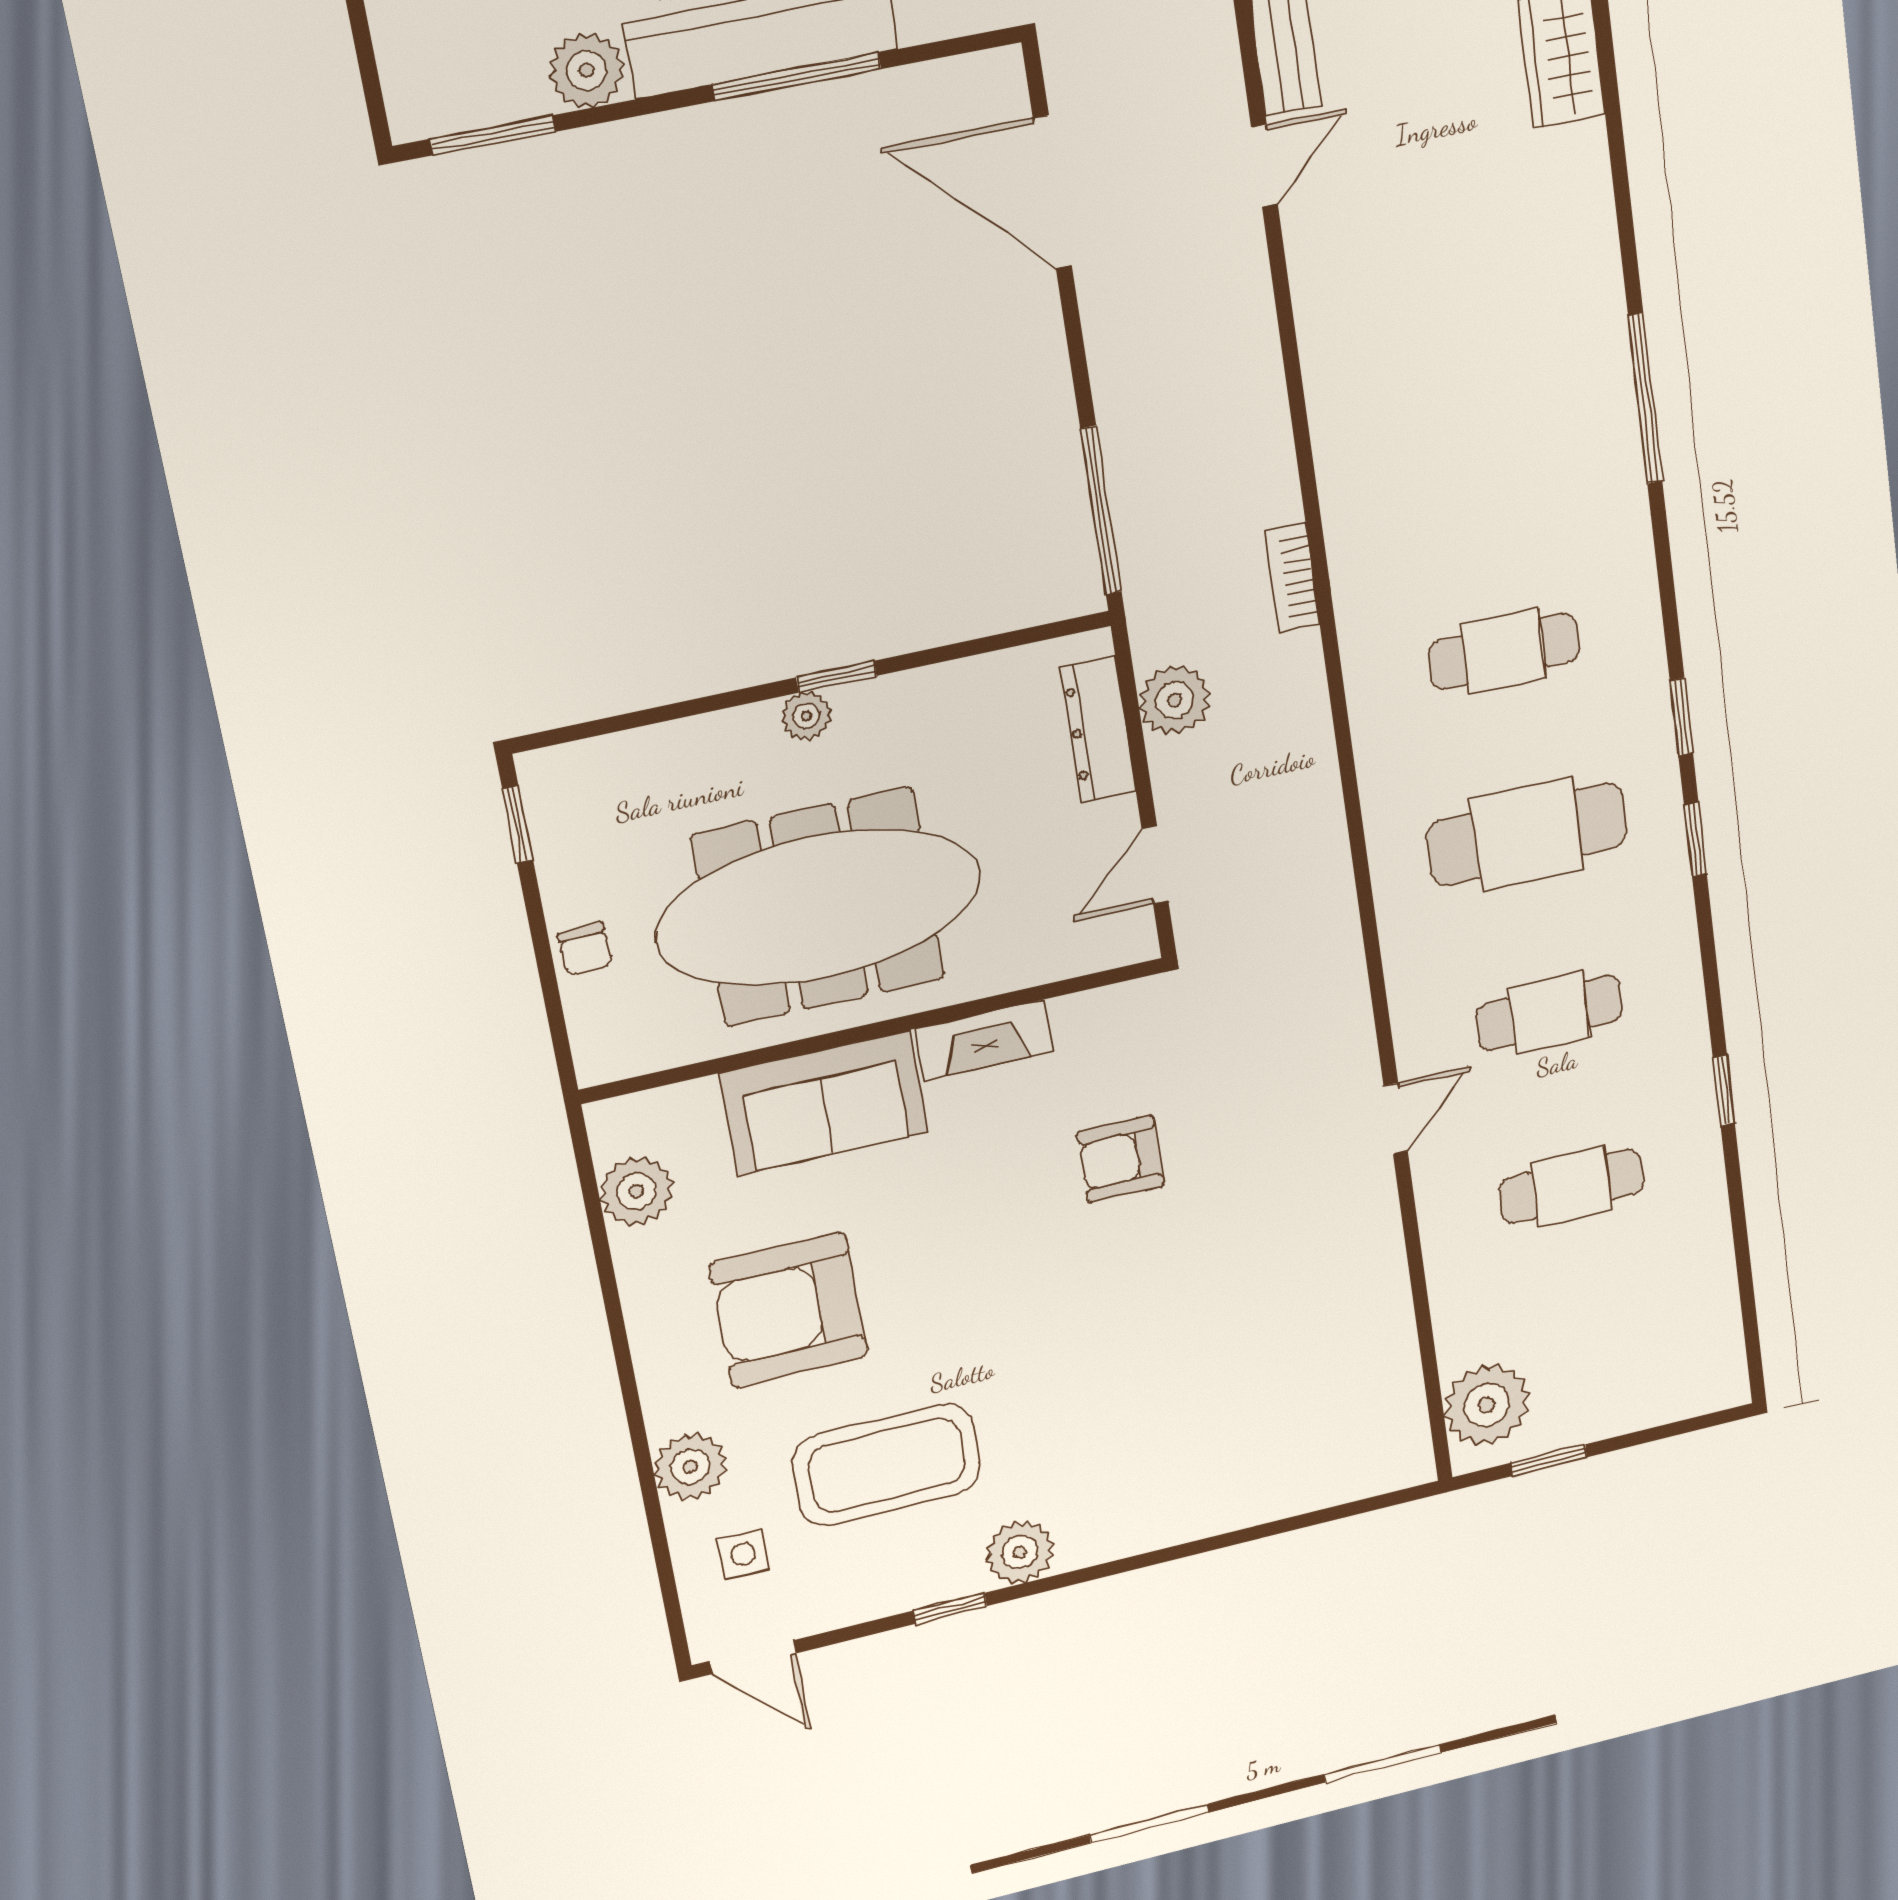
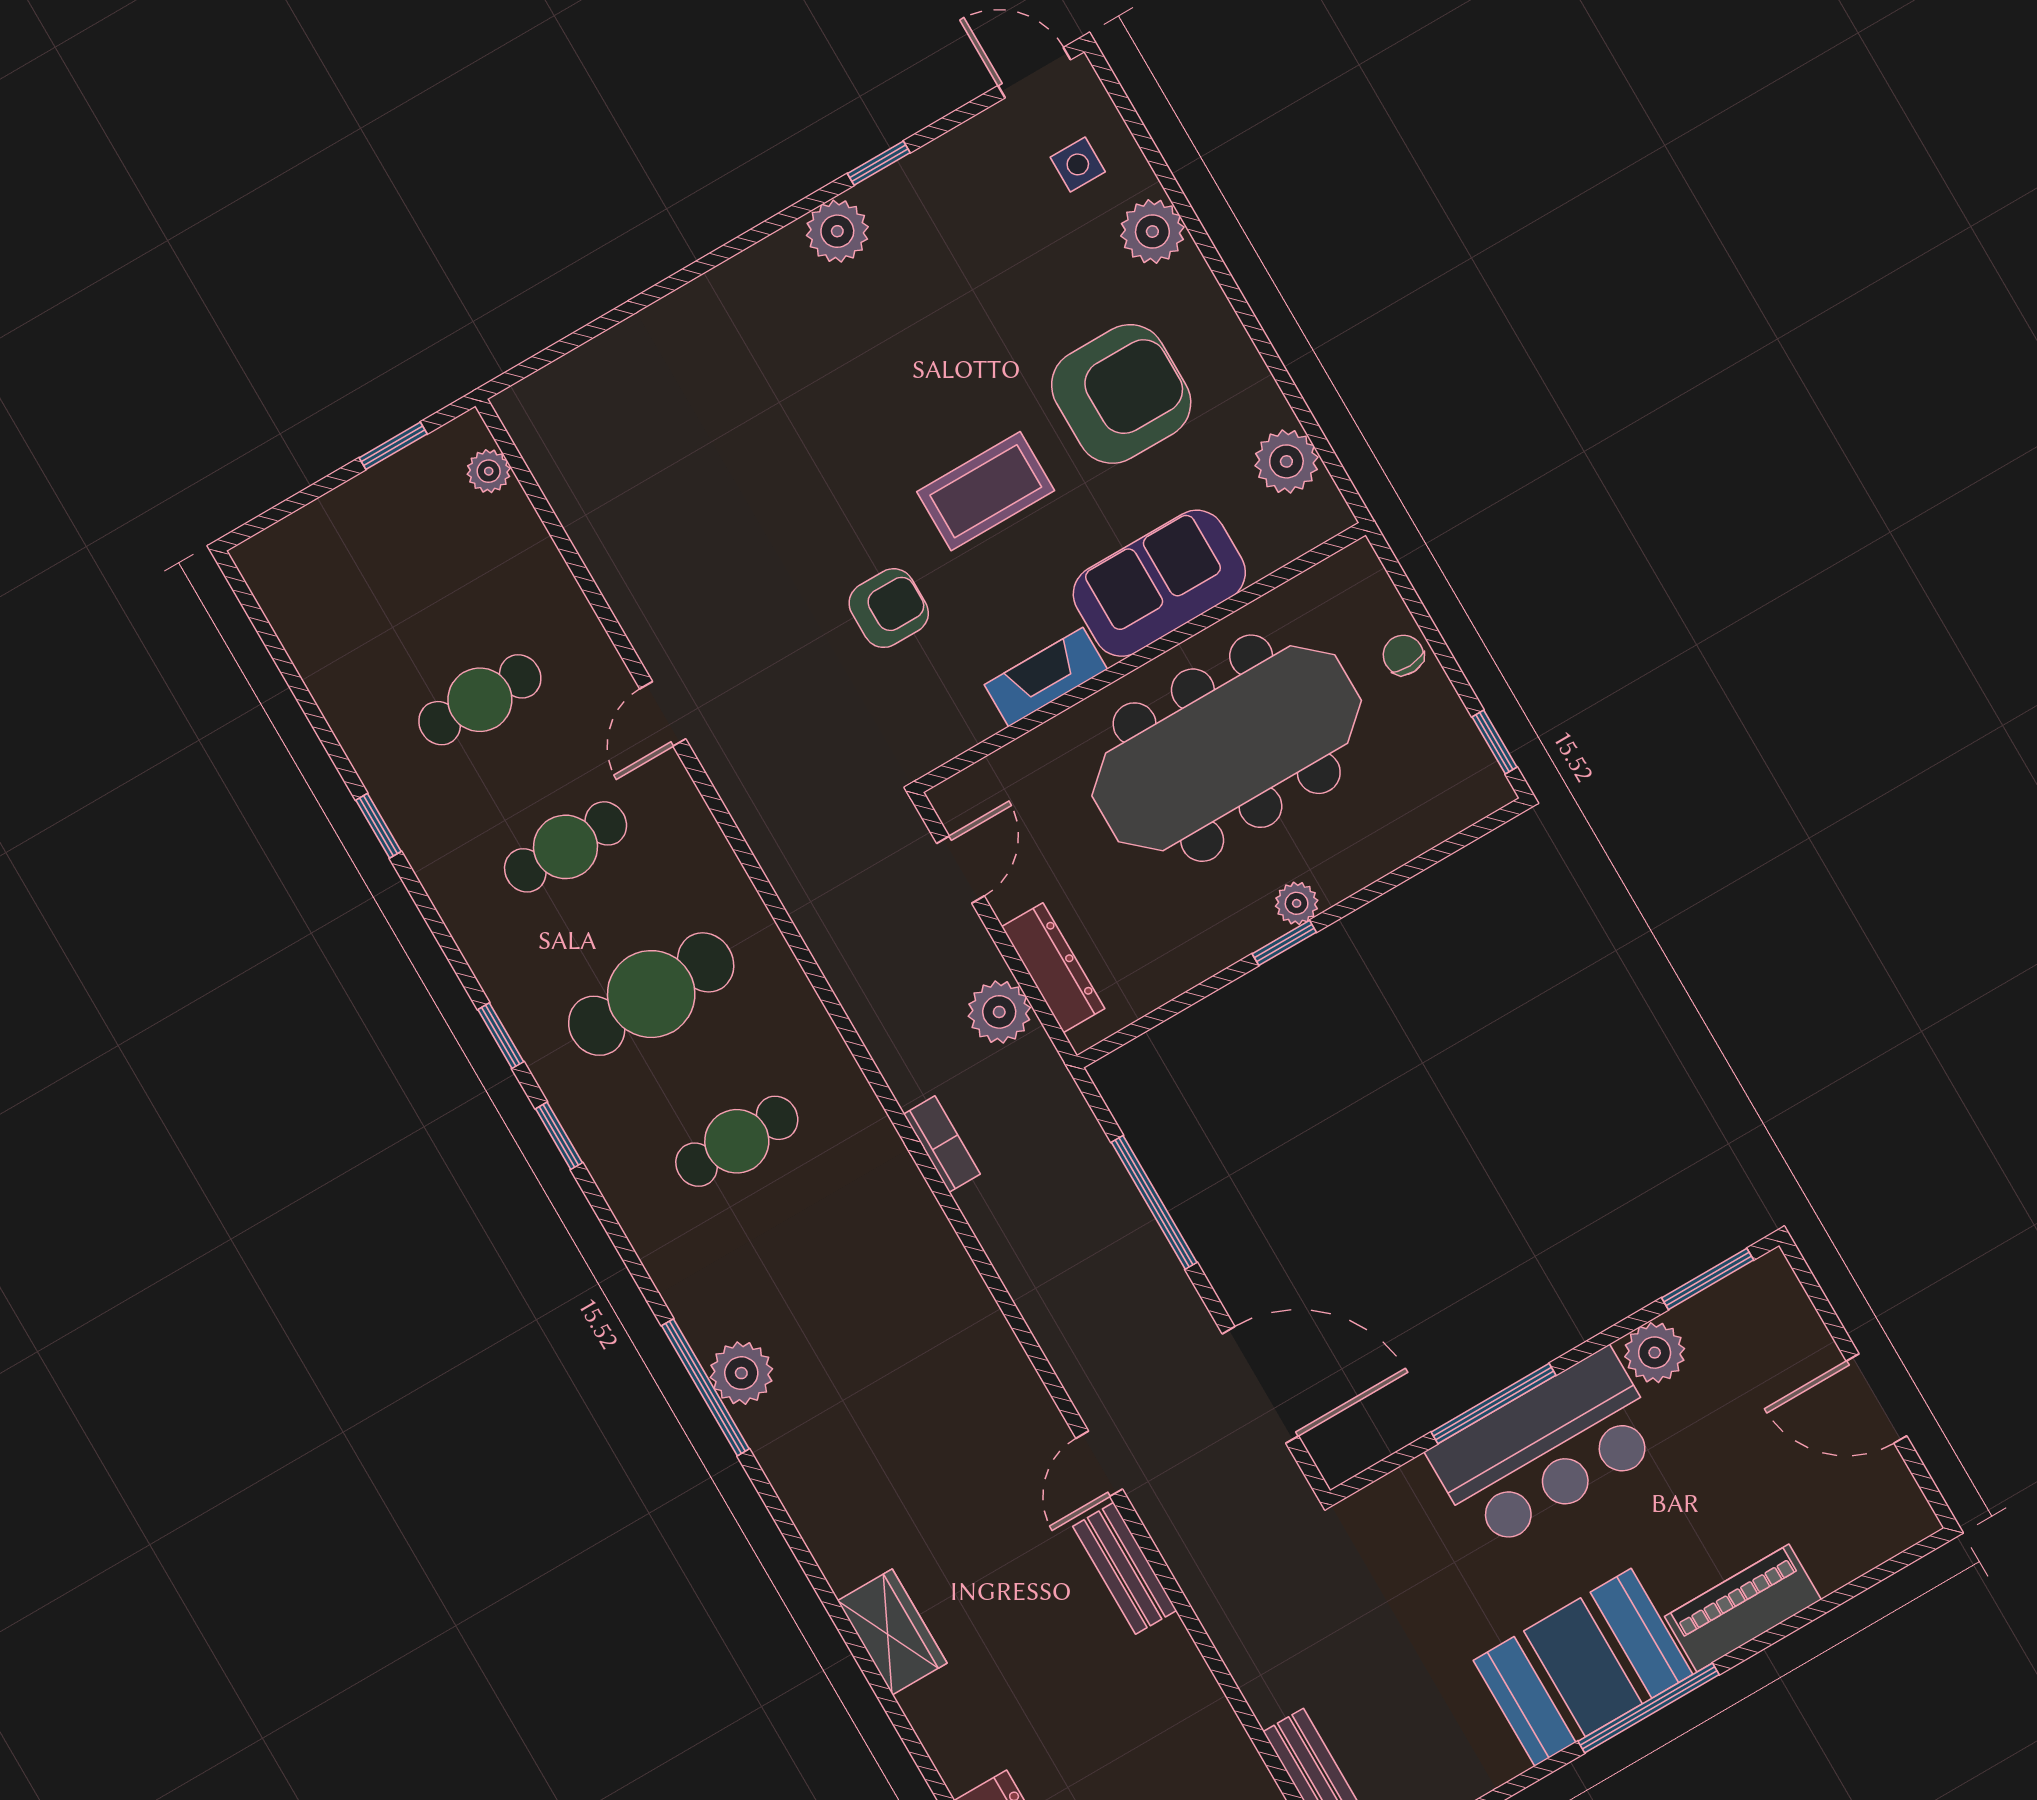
plant: (1602, 401) -> (741, 1373), added
window: (1101, 510) -> (1154, 1202), moved
plant: (1487, 1405) -> (489, 471), width x0.53, depth x0.53
coffee table: (887, 1465) -> (986, 491), moved, width x0.73, depth x0.76

